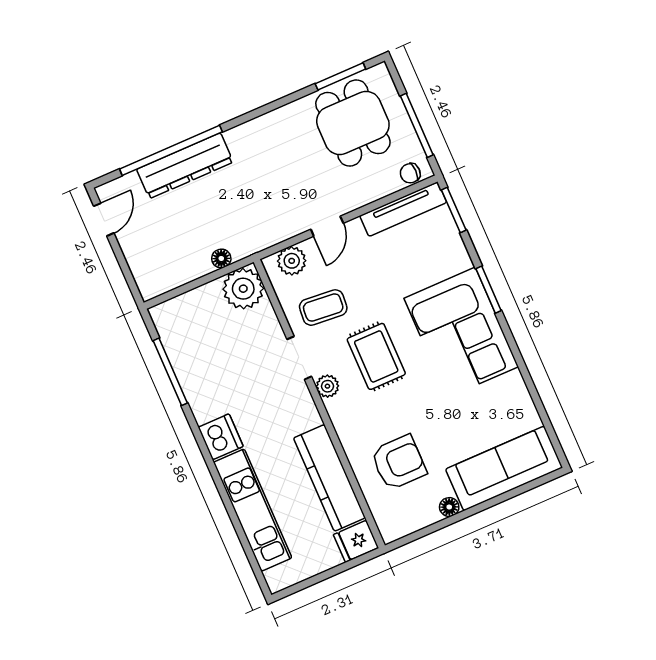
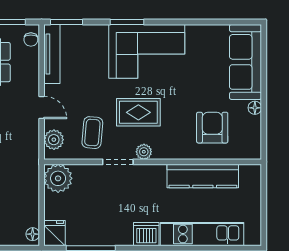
floor lamp: (221, 258) -> (33, 234), moved
fridge: (356, 541) -> (54, 233), moved, turned 180

